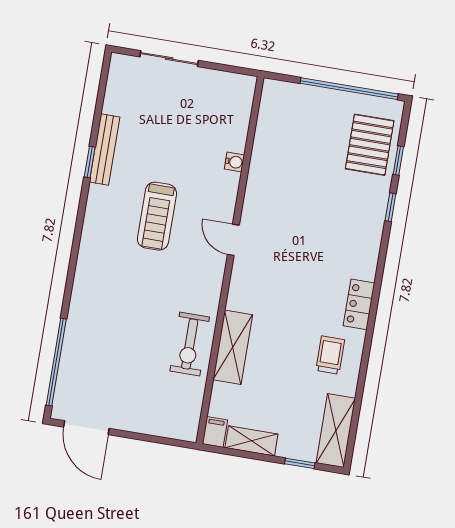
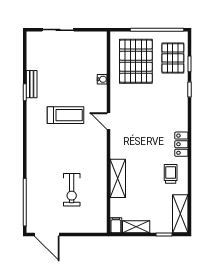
pallet: (301, 139) -> (136, 61), added
bench: (105, 149) -> (32, 84), width x0.73
treadmill: (157, 216) -> (66, 115), turned -90
exercise bike: (190, 344) -> (72, 190), moved

